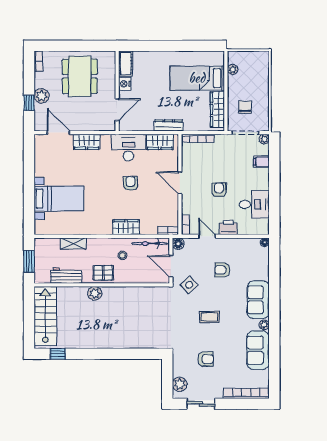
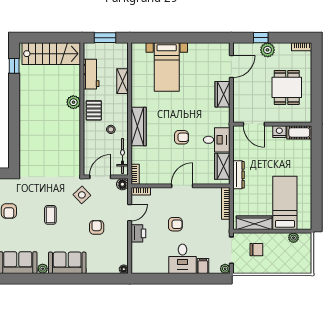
dining table: (80, 76) -> (287, 87), width x0.73
desk: (128, 148) -> (217, 140), width x0.73
desk: (254, 204) -> (183, 259), moved
wardrobe: (126, 227) -> (139, 126), width x1.50

